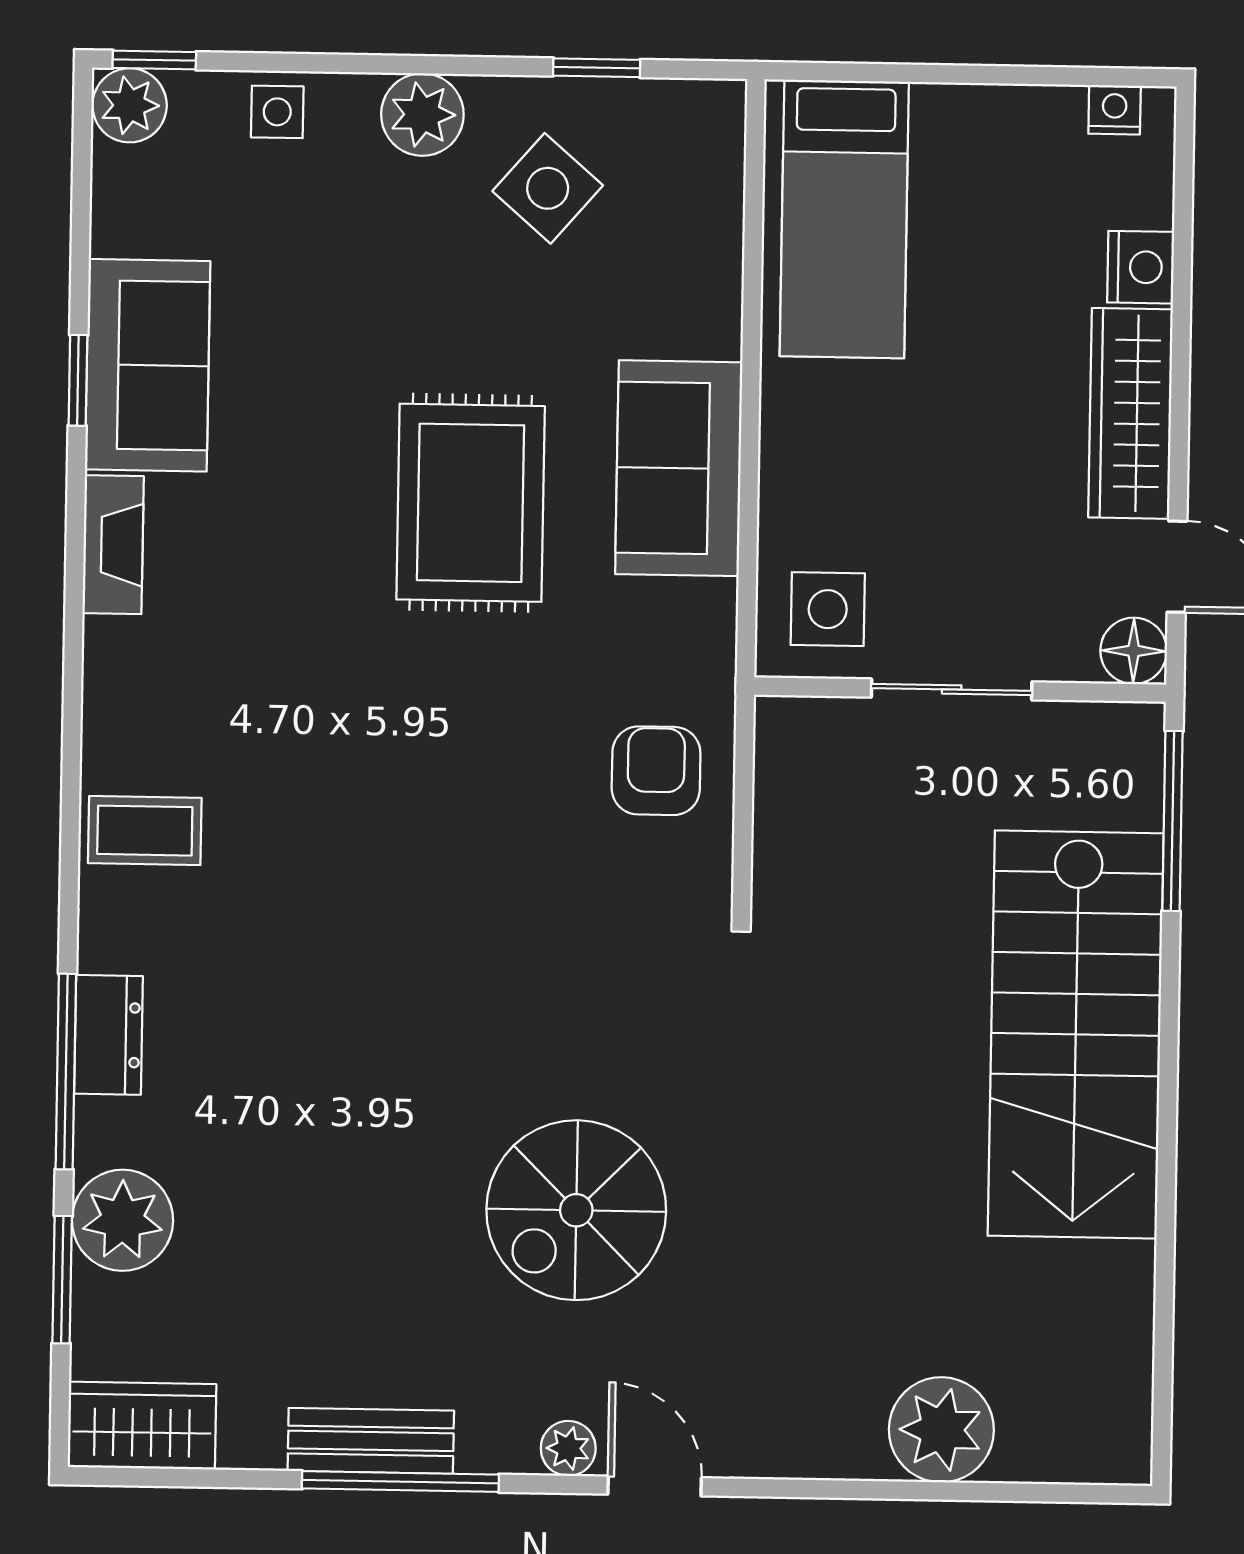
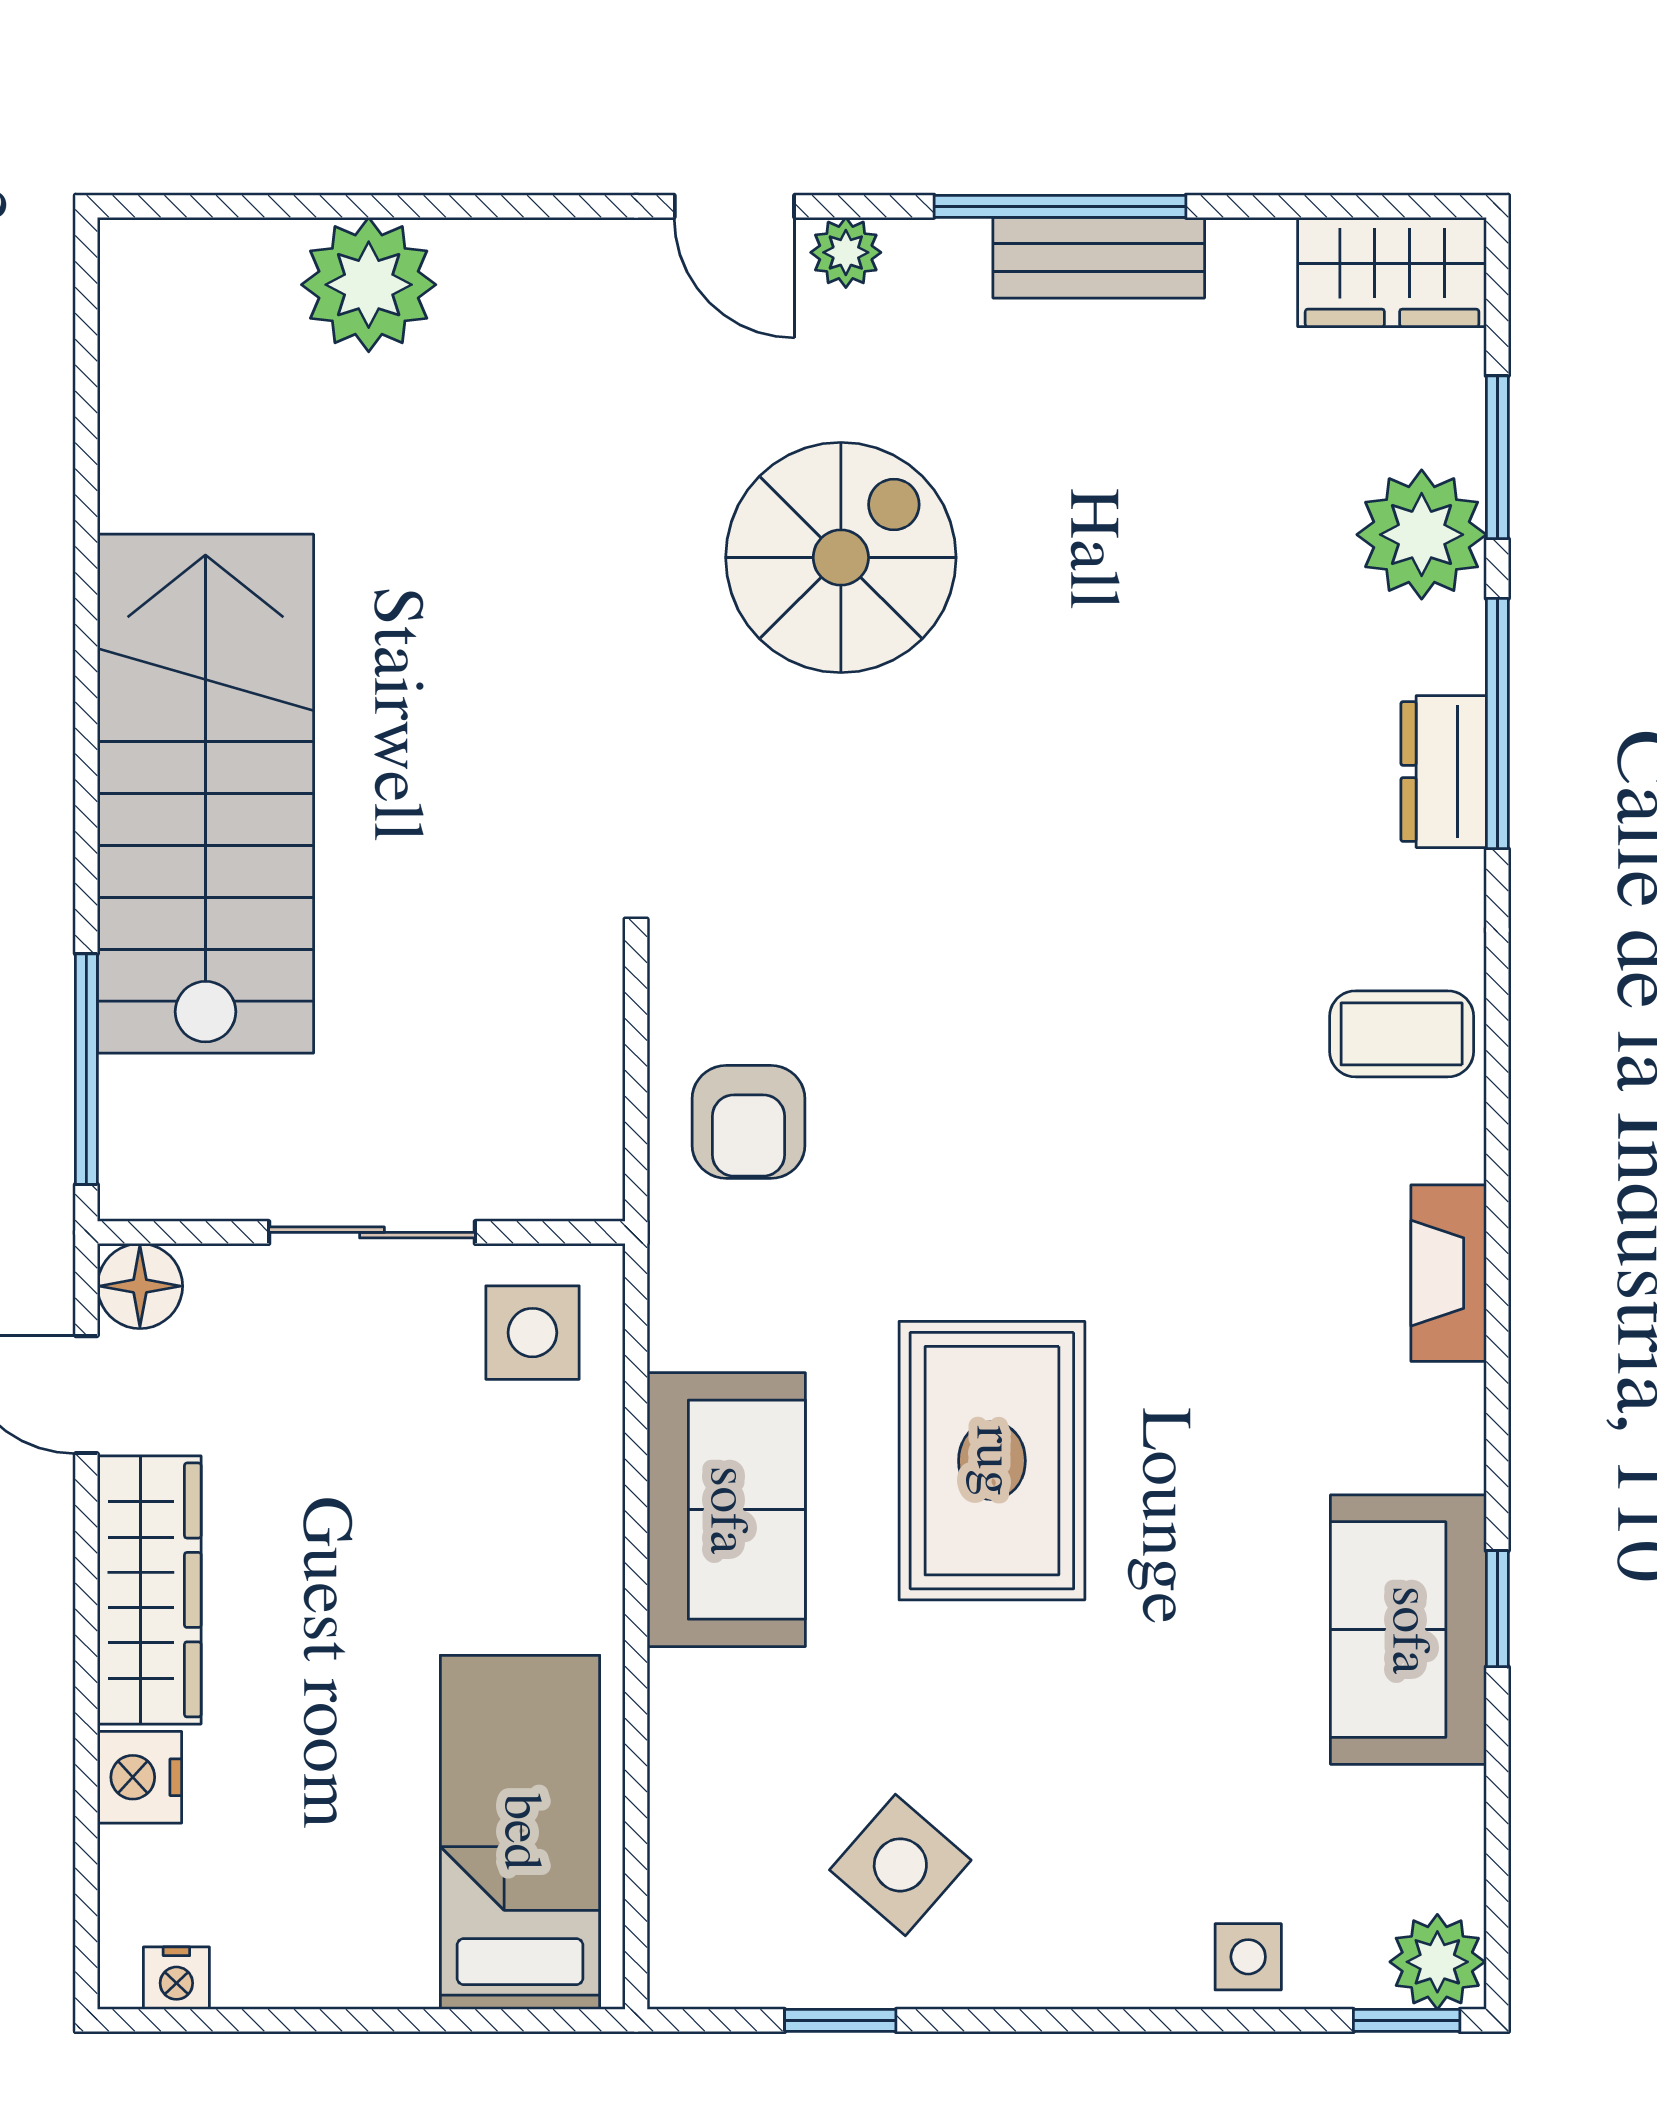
plant: (422, 115) -> (1062, 1957), removed
fireplace: (113, 545) -> (1449, 1273), moved

